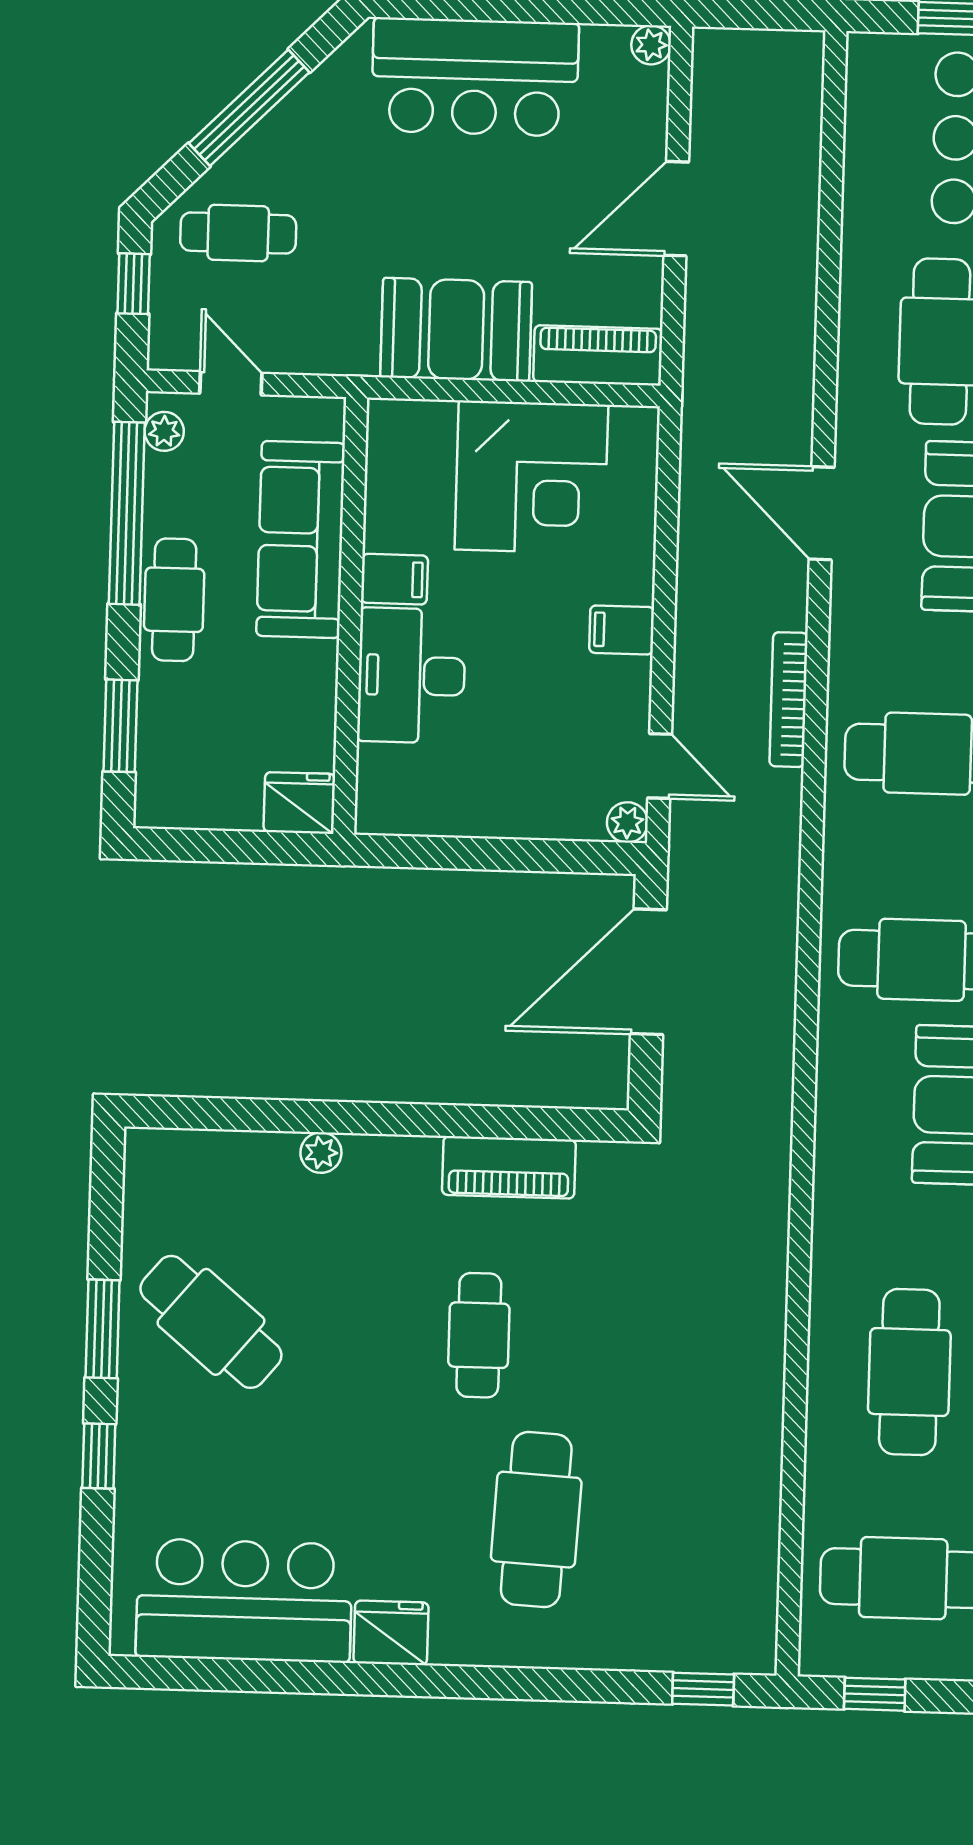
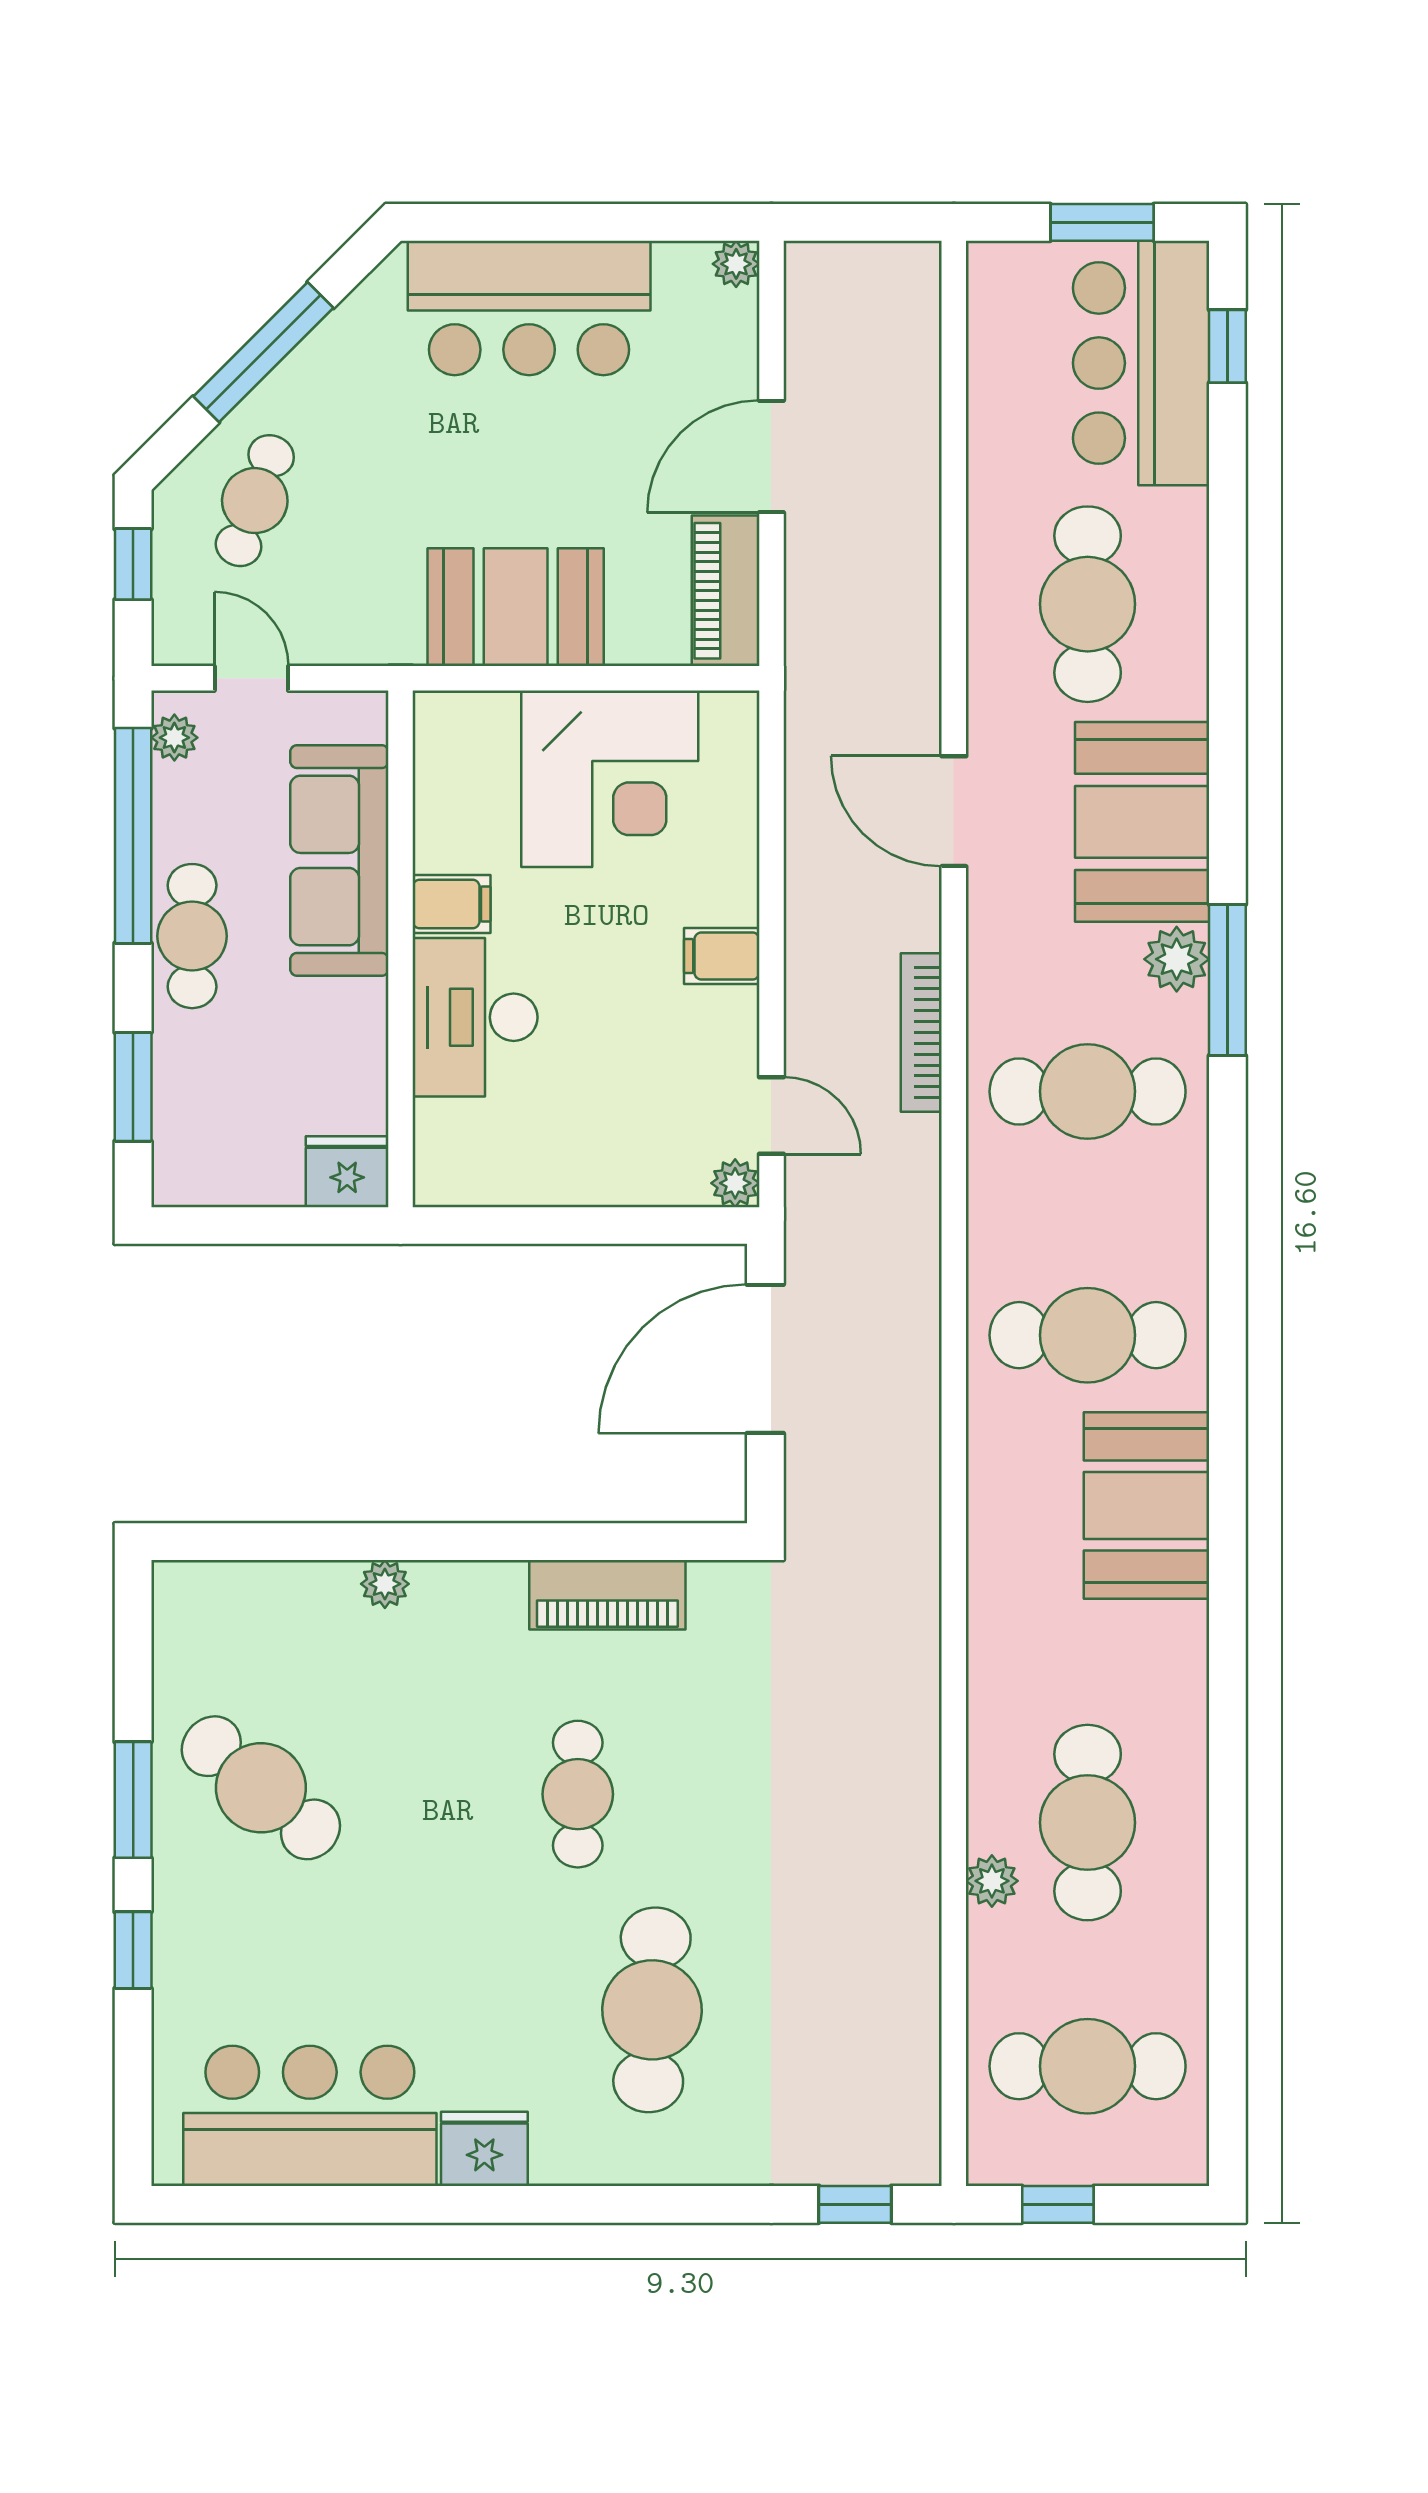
cafe table: (238, 233) -> (255, 501), turned -70
piano: (598, 355) -> (726, 591), moved, turned -90
plant: (827, 1419) -> (992, 1881), added

